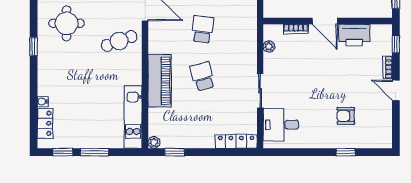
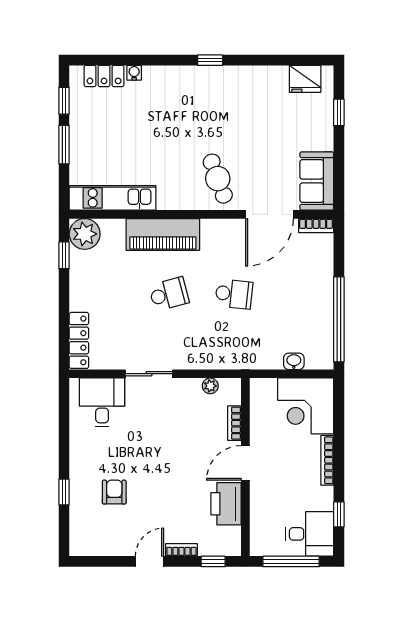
round table: (67, 23) -> (242, 106), removed
plant: (154, 142) -> (85, 234), width x1.87, depth x1.87

